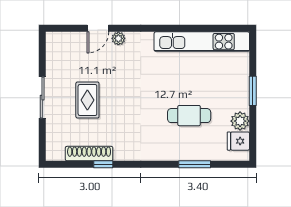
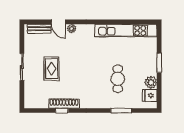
door: (98, 28) -> (58, 22), hinge flipped
bench: (69, 39) -> (39, 29), added
cafe table: (189, 116) -> (118, 79), turned 90
shoe rack: (89, 154) -> (64, 104), moved

